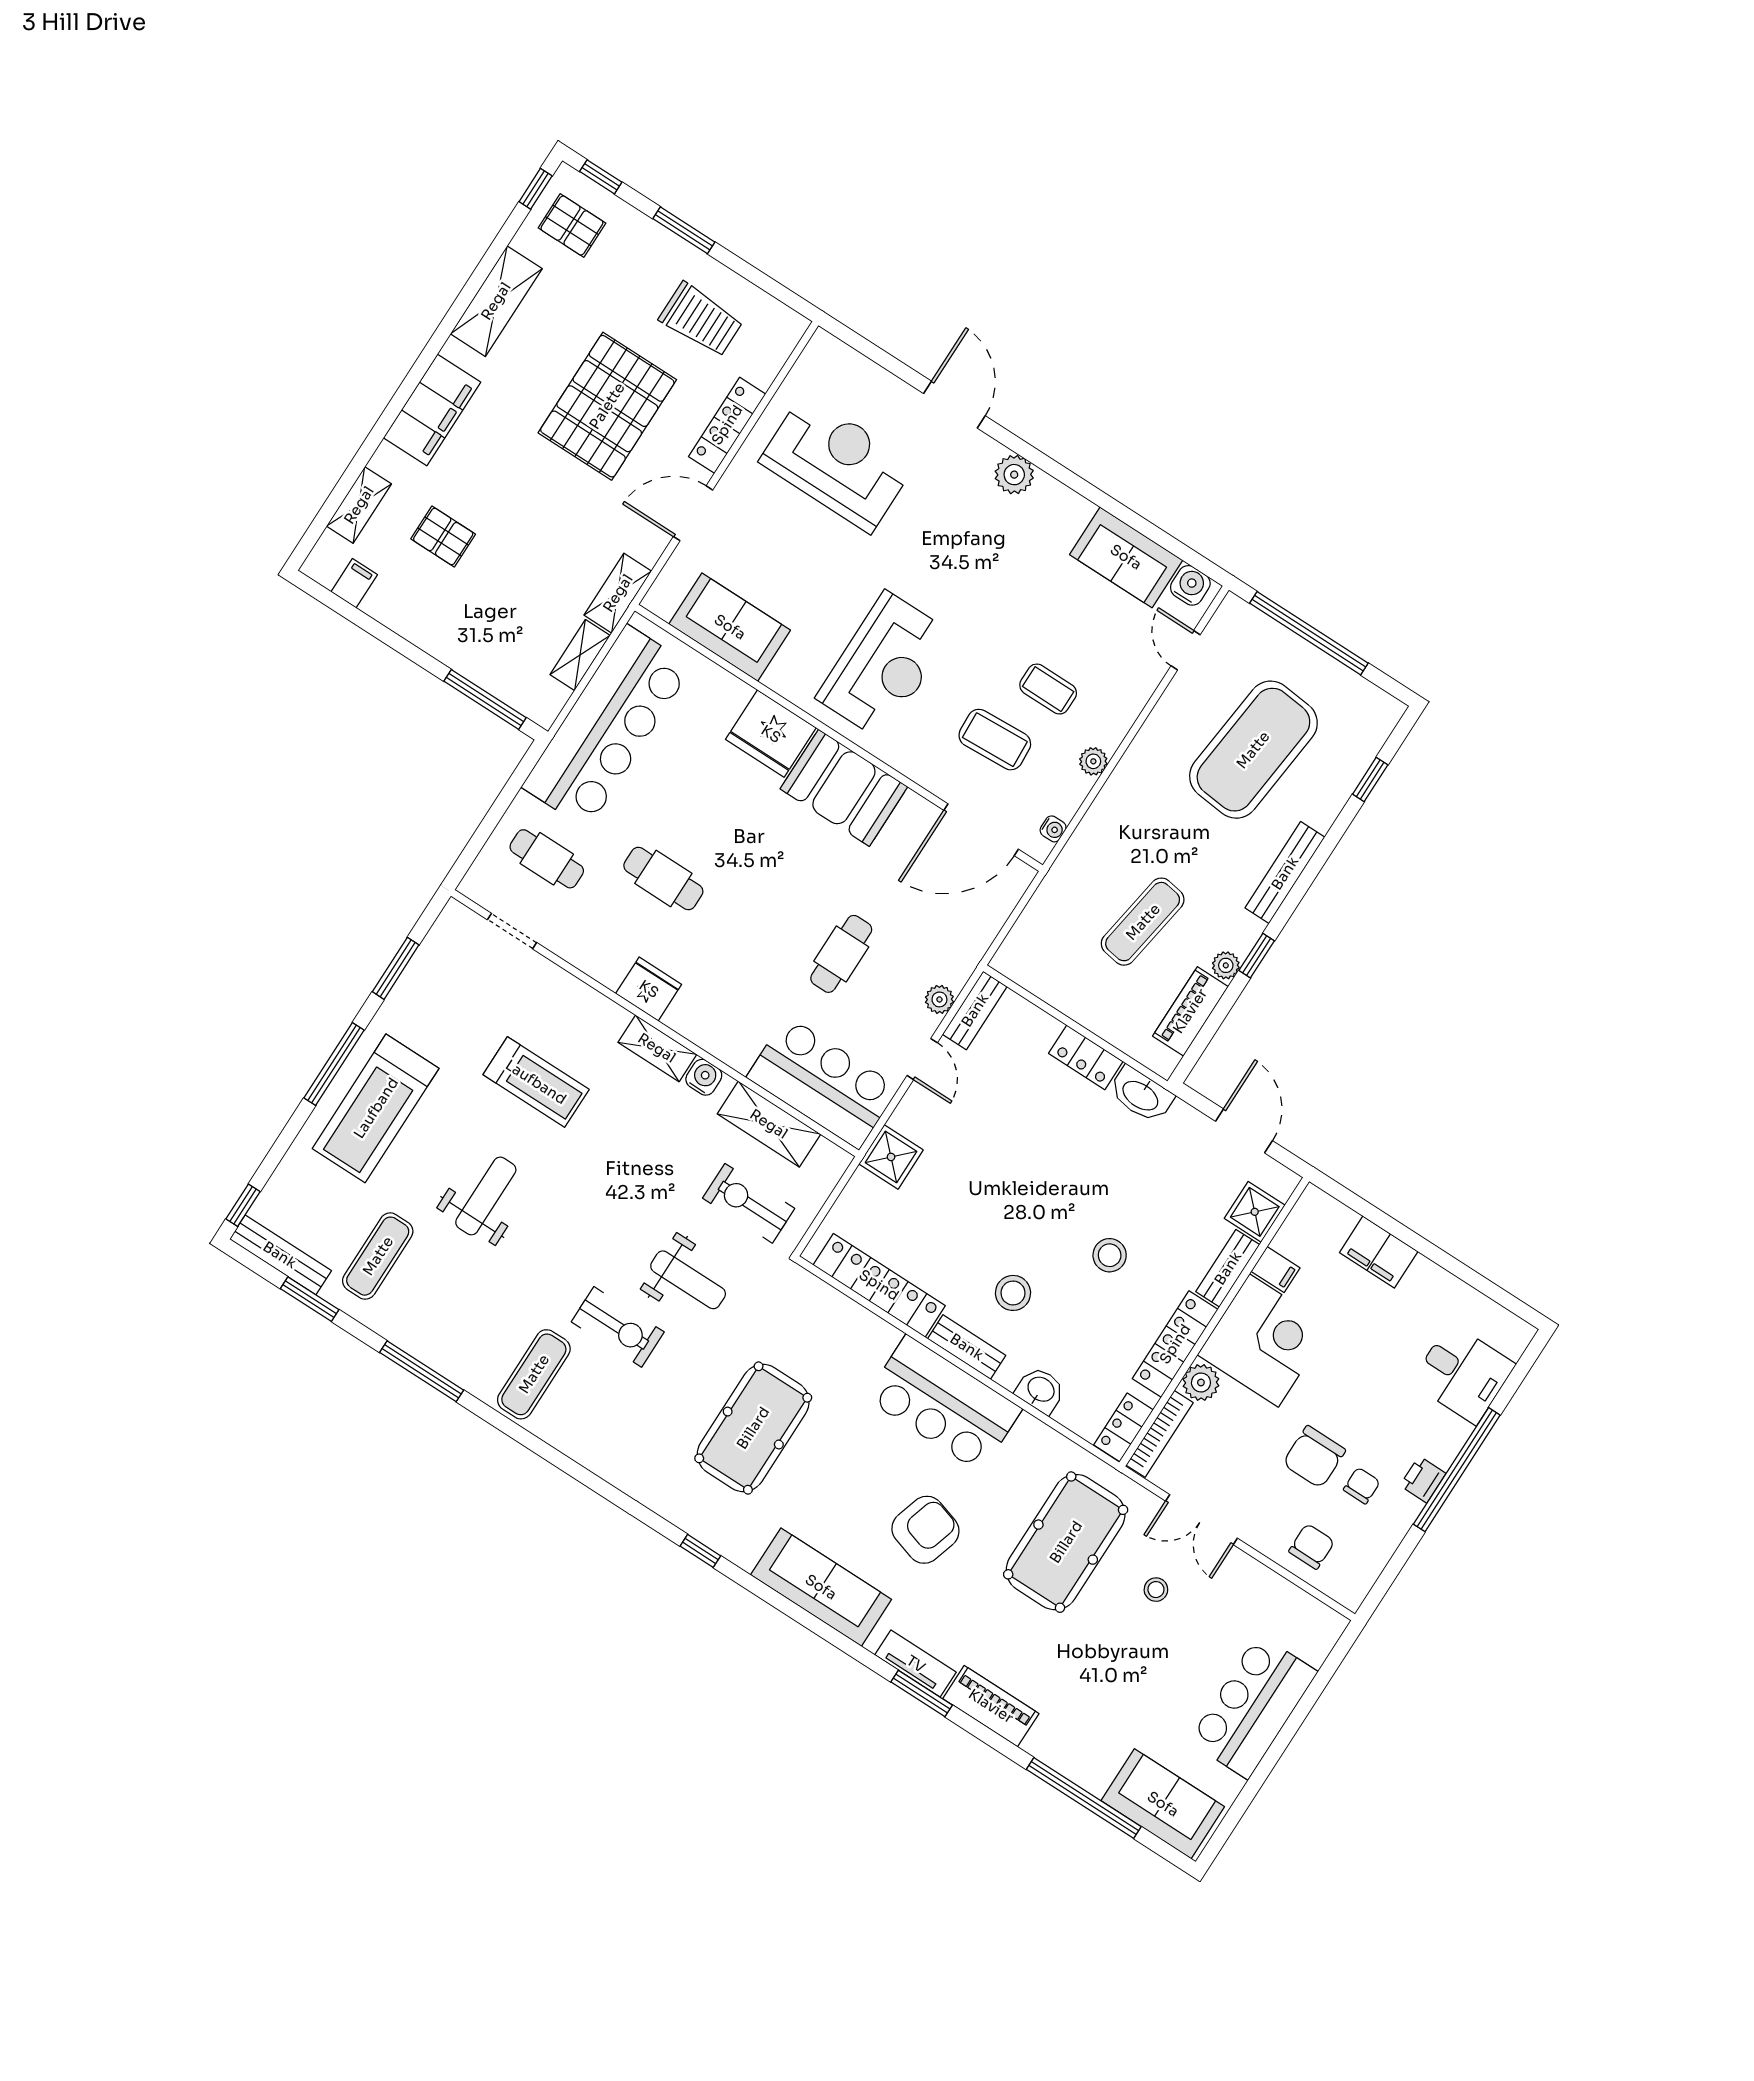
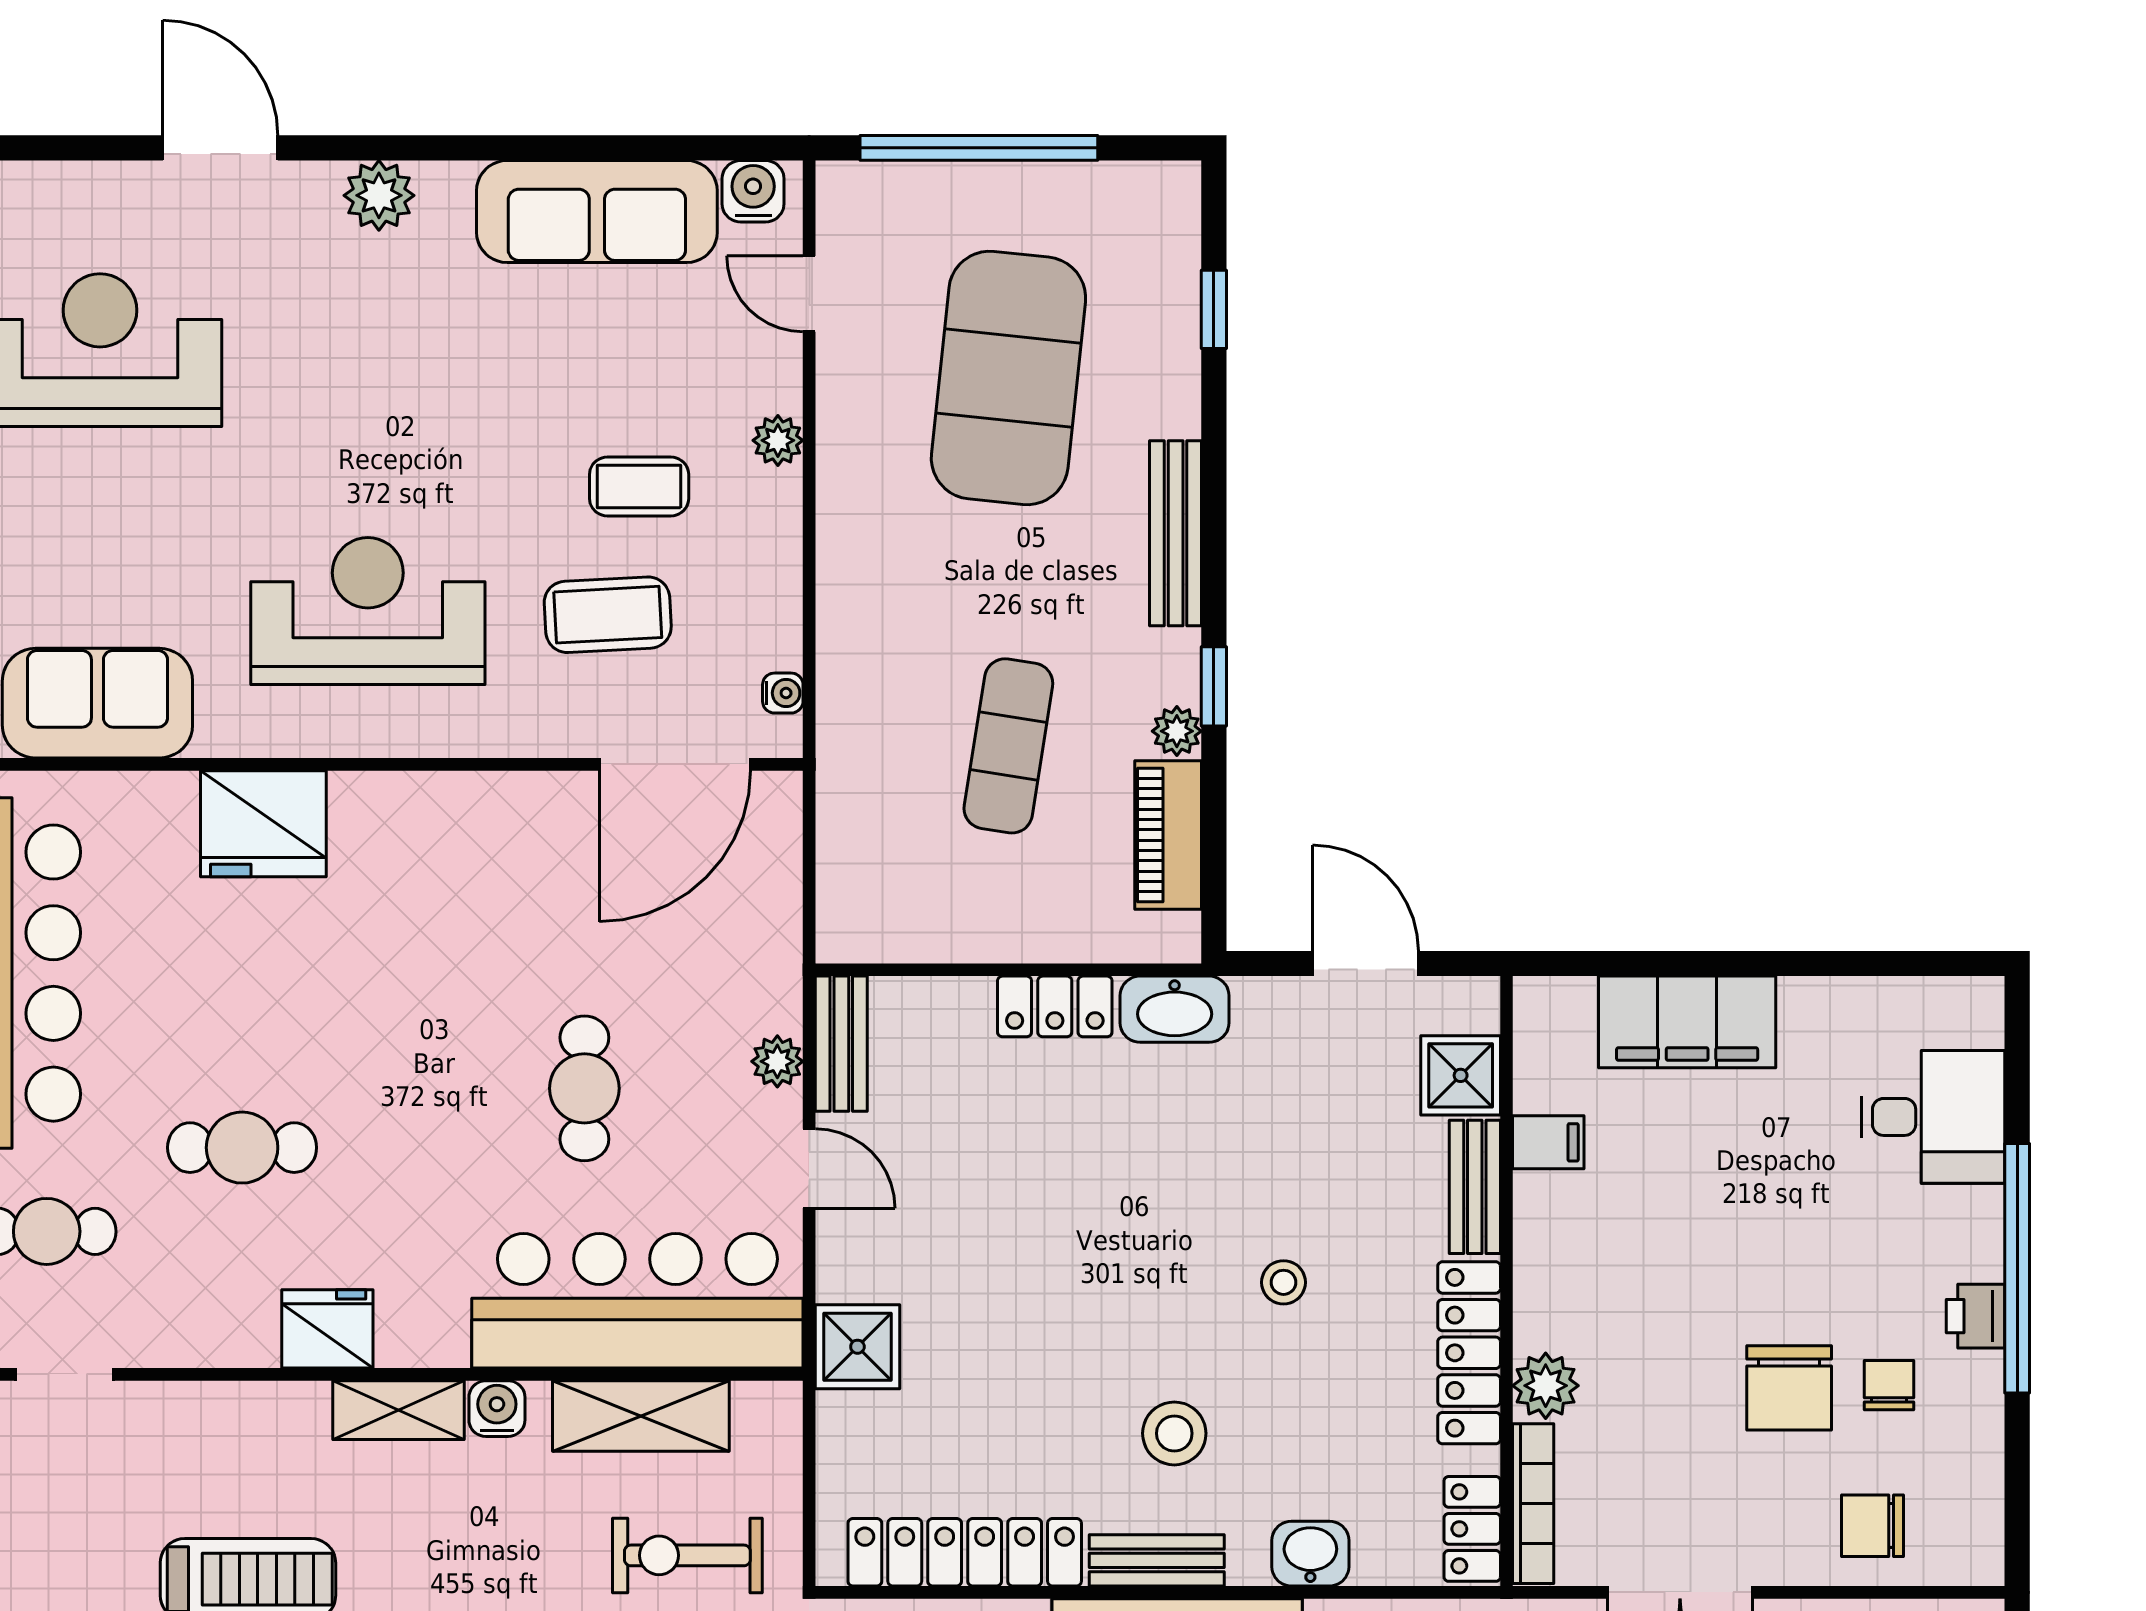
sofa: (1126, 557) -> (597, 212), width x1.36
reception desk: (884, 666) -> (368, 611), turned -90
plant: (1093, 761) -> (778, 440), moved
booth: (844, 788) -> (427, 835), removed
bar counter: (823, 1083) -> (637, 1301), width x1.36
filing cabinet: (1379, 1252) -> (1687, 1022), width x1.50, depth x1.17
stool: (1110, 1255) -> (1284, 1282), width x0.73, depth x0.73
corner desk: (1264, 1340) -> (1600, 1261), removed
chair: (1312, 1546) -> (1873, 1526), turned -90

